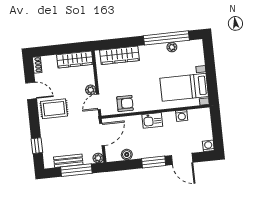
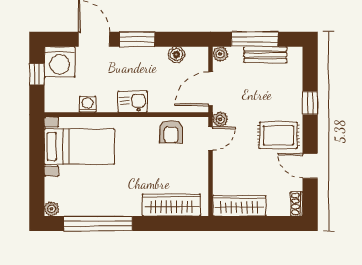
plant: (172, 47) -> (52, 209), moved
plant: (91, 90) -> (220, 119), moved
armchair: (125, 103) -> (171, 132), turned -90
window: (217, 132) -> (37, 74), added
window: (37, 146) -> (310, 103), moved
washing machine: (208, 146) -> (60, 62), width x1.89, depth x1.89

